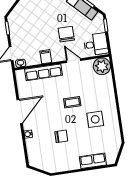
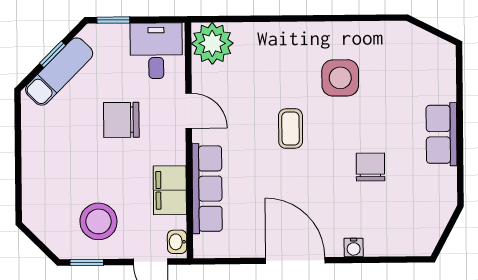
stool: (24, 31) -> (98, 221), added
filing cabinet: (46, 57) -> (170, 190), width x2.00
door: (74, 61) -> (189, 111), swing flipped
row of seats: (93, 161) -> (442, 134), moved

